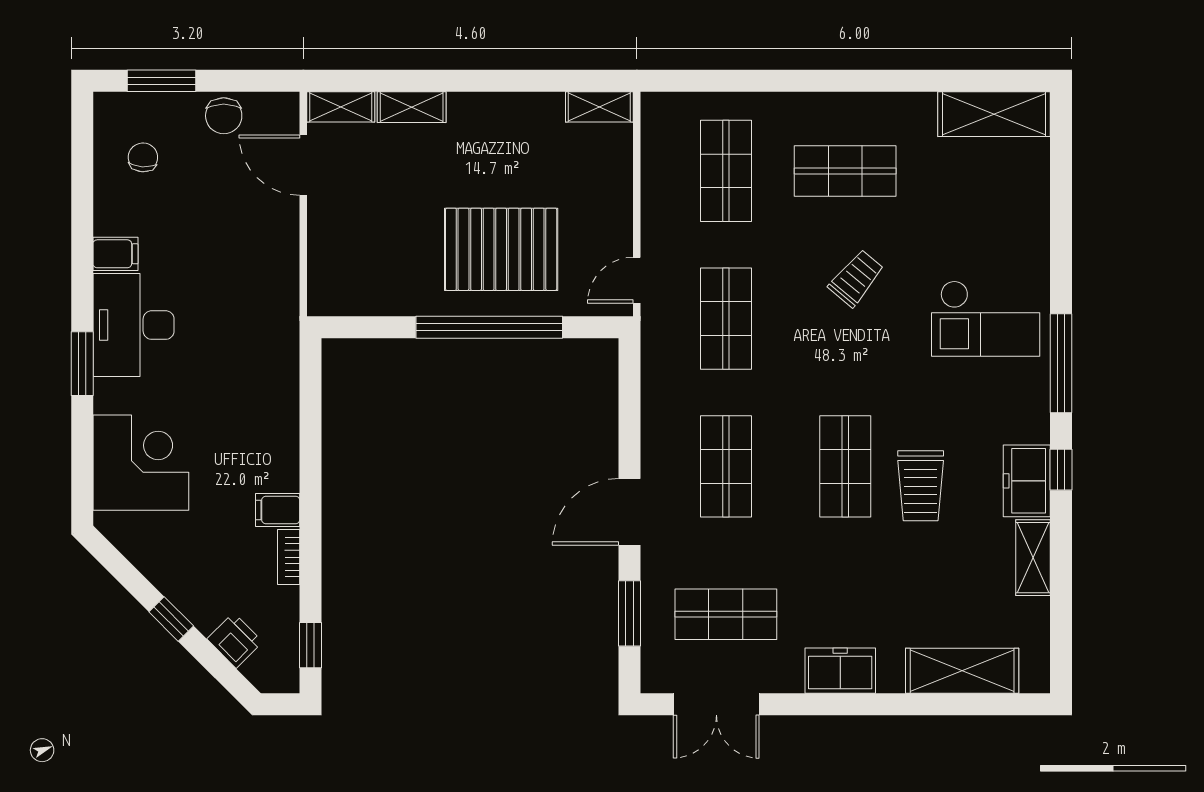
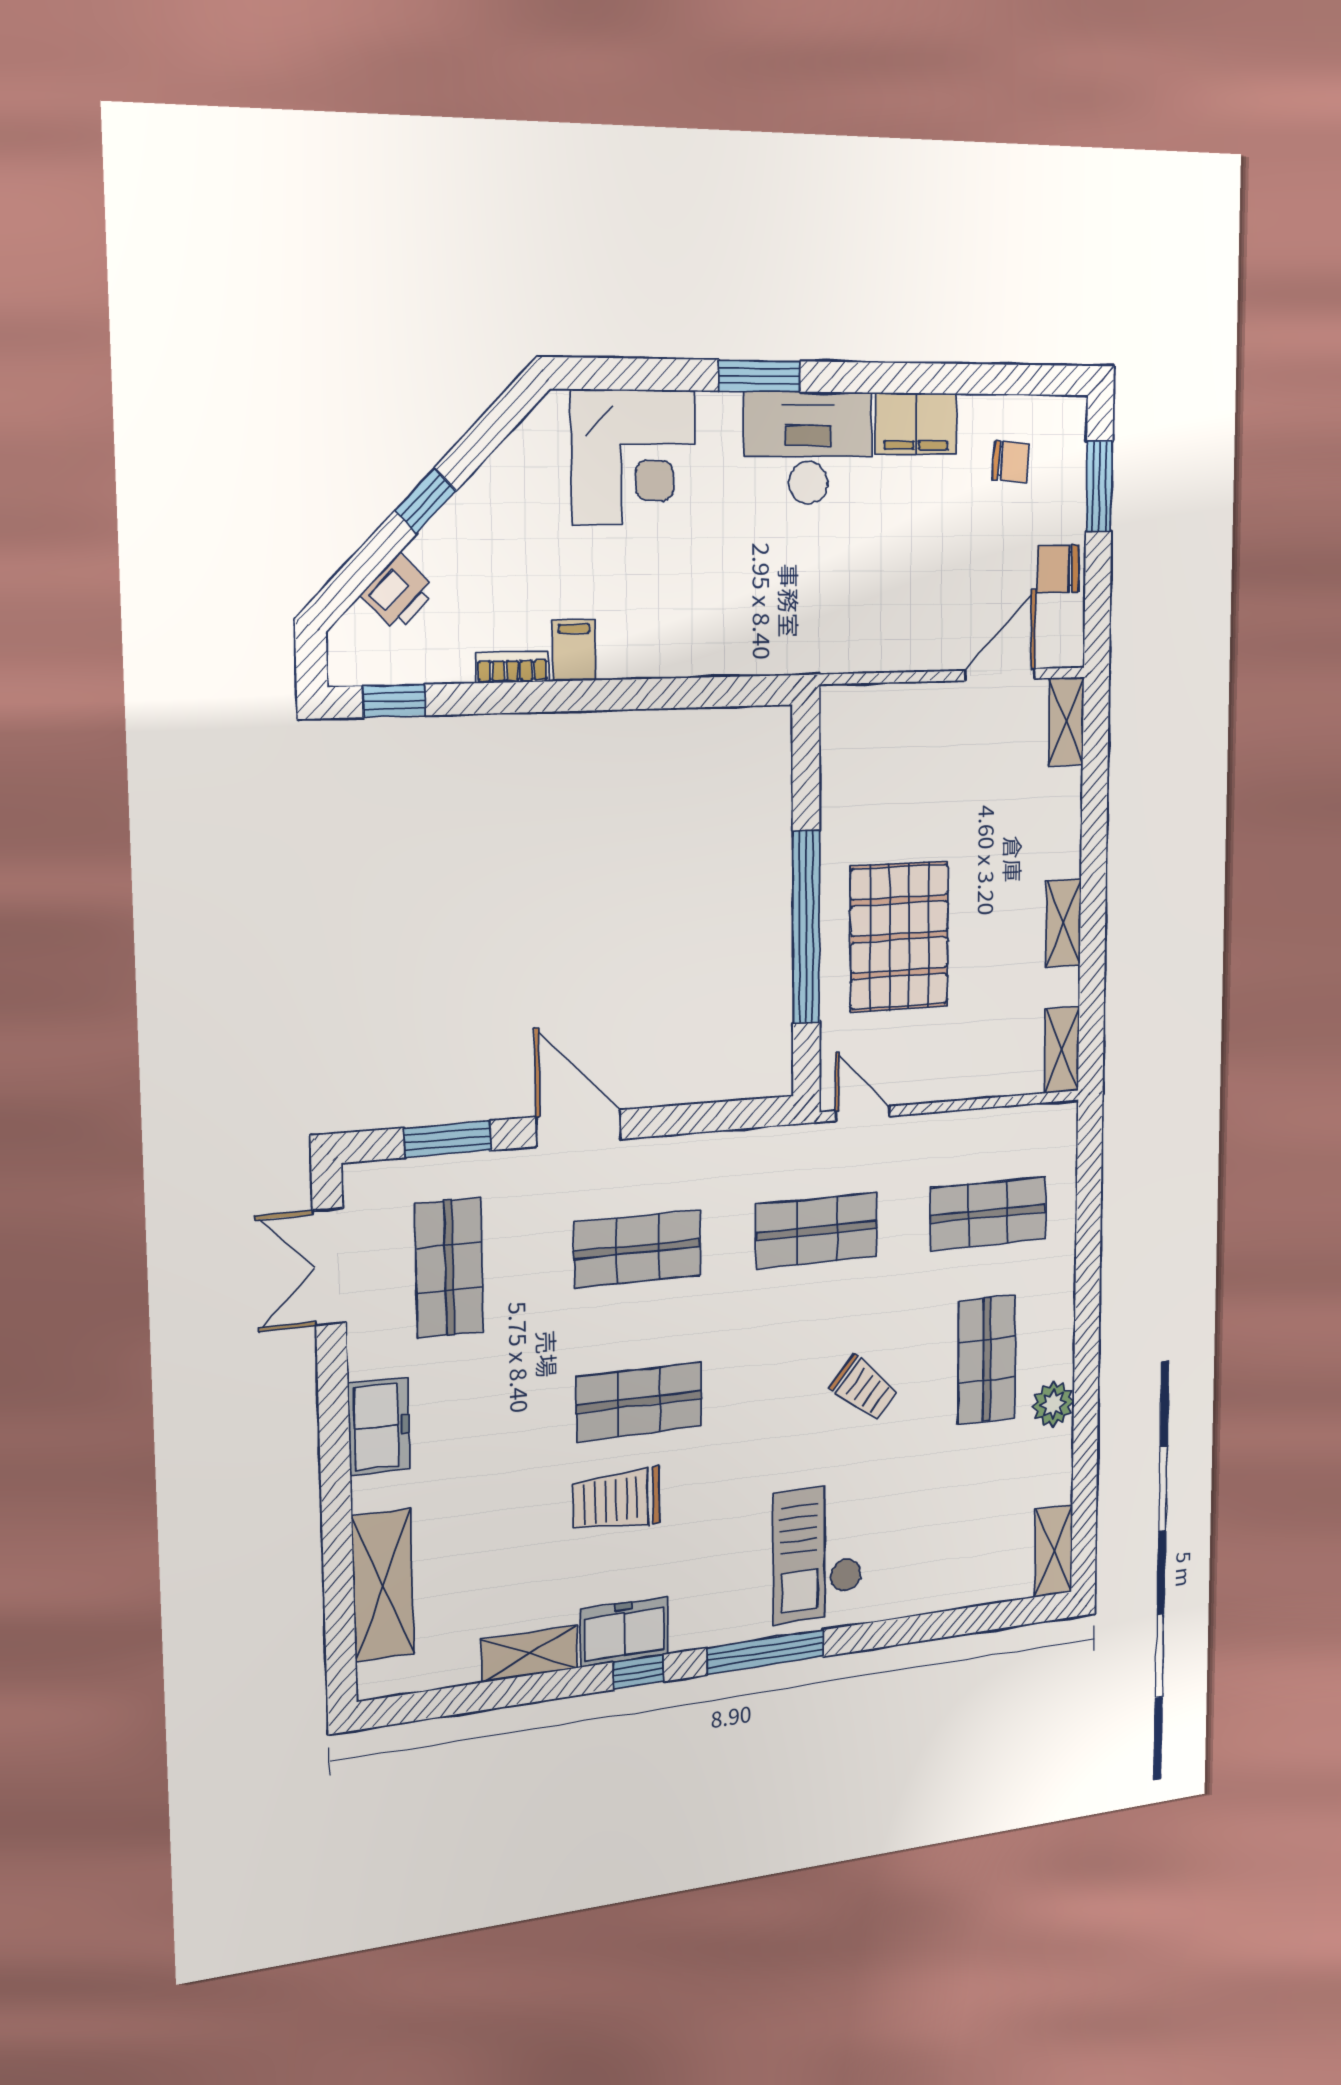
shelving: (412, 107) -> (1063, 923), moved
plant: (889, 111) -> (1053, 1404), added
shelving: (994, 114) -> (1054, 1551), width x0.67, depth x0.75
filing cabinet: (115, 254) -> (916, 424), width x2.00

